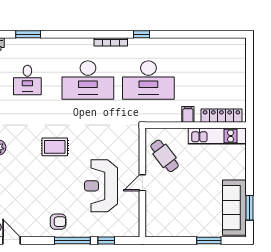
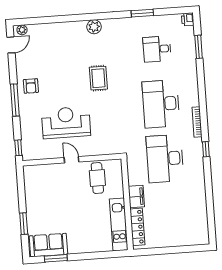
filing cabinet: (188, 114) -> (136, 196), width x2.00
cafe table: (165, 156) -> (97, 178), turned -53
sofa: (234, 208) -> (48, 245), width x0.73
window: (106, 240) -> (18, 148), moved

